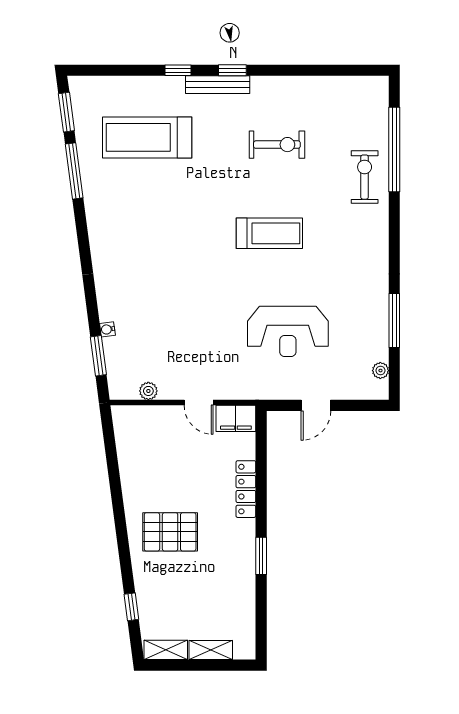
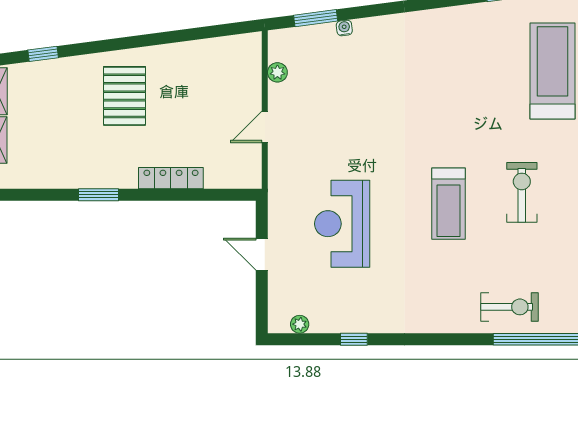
exercise bike: (277, 145) -> (522, 192), moved, turned 180
window: (394, 320) -> (354, 339), width x0.46
filing cabinet: (236, 418) -> (248, 167), removed

